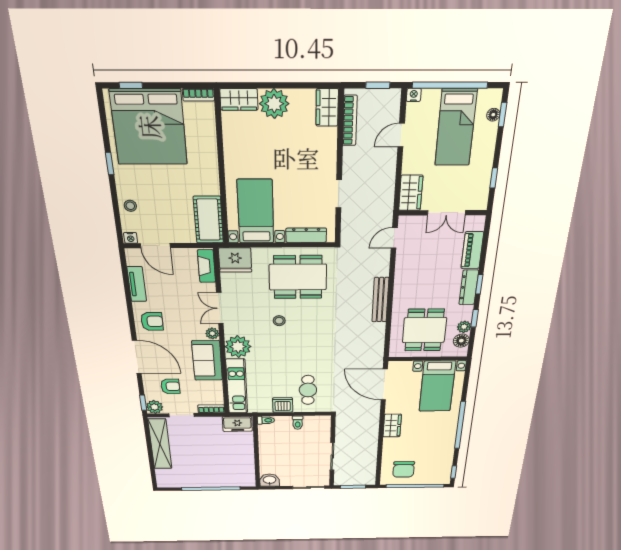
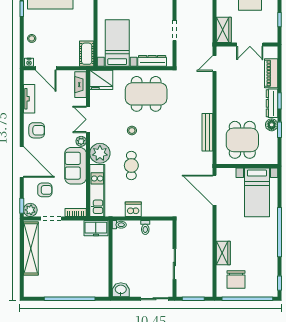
cot: (208, 220) -> (87, 54), width x0.73, depth x0.75
bench: (380, 300) -> (207, 132), moved
plant: (464, 327) -> (272, 137), removed
floor lamp: (461, 341) -> (272, 125), moved
cafe table: (308, 390) -> (131, 165), moved
wardrobe: (392, 426) -> (223, 253), moved

